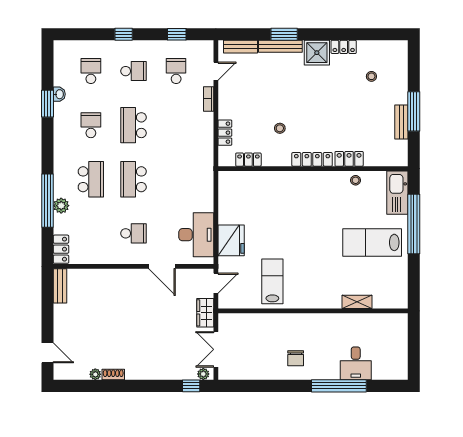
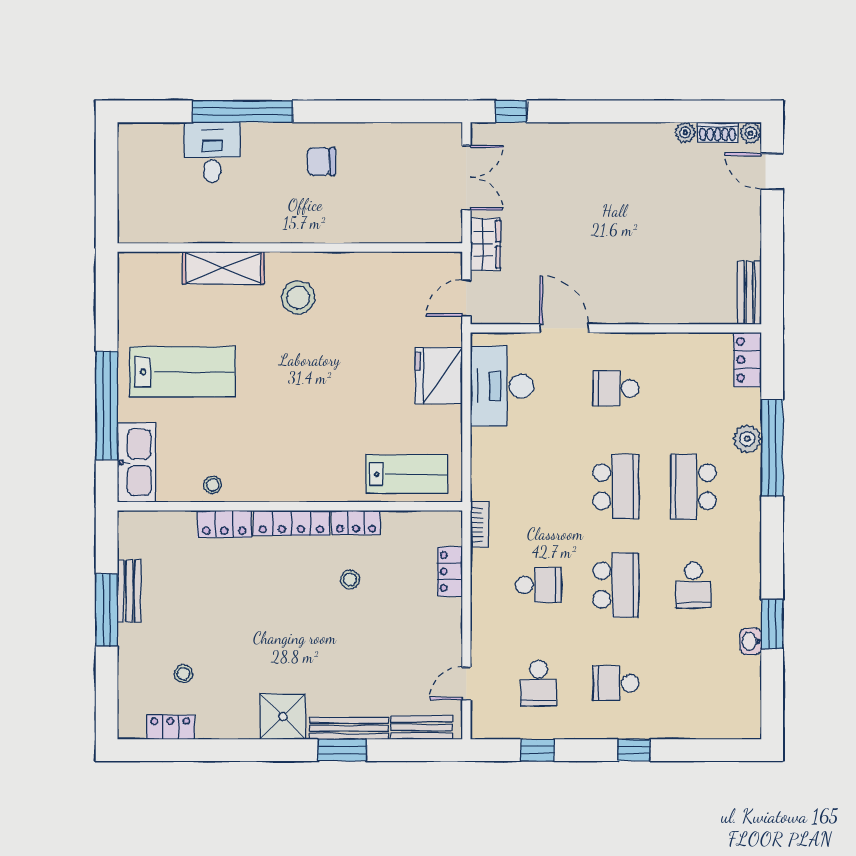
locker: (344, 47) -> (170, 727), moved
school desk: (91, 71) -> (538, 585), moved, turned -90
bookcase: (209, 99) -> (479, 525), moved
locker: (248, 160) -> (356, 522), moved
lab bench: (272, 281) -> (407, 474), moved, turned -90
stool: (308, 283) -> (298, 297), added
shelving: (357, 302) -> (223, 268), width x1.50, depth x1.33
chair: (296, 358) -> (321, 162), turned -90
plant: (203, 374) -> (751, 133), moved
shoe rack: (113, 375) -> (718, 132), moved

